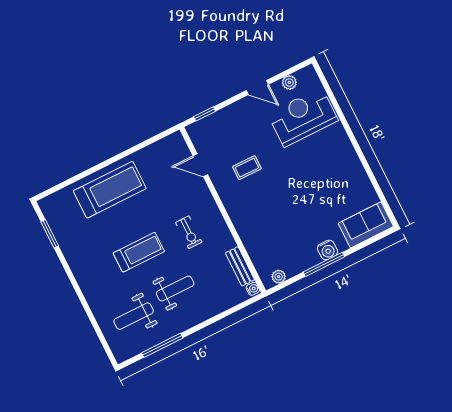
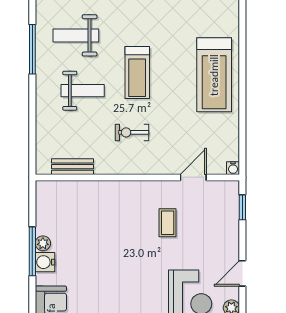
plant: (279, 277) -> (43, 243), moved
weight bench: (175, 289) -> (83, 91), turned -90
water cooler: (253, 289) -> (233, 168), moved
weight bench: (134, 316) -> (76, 35), turned -90

